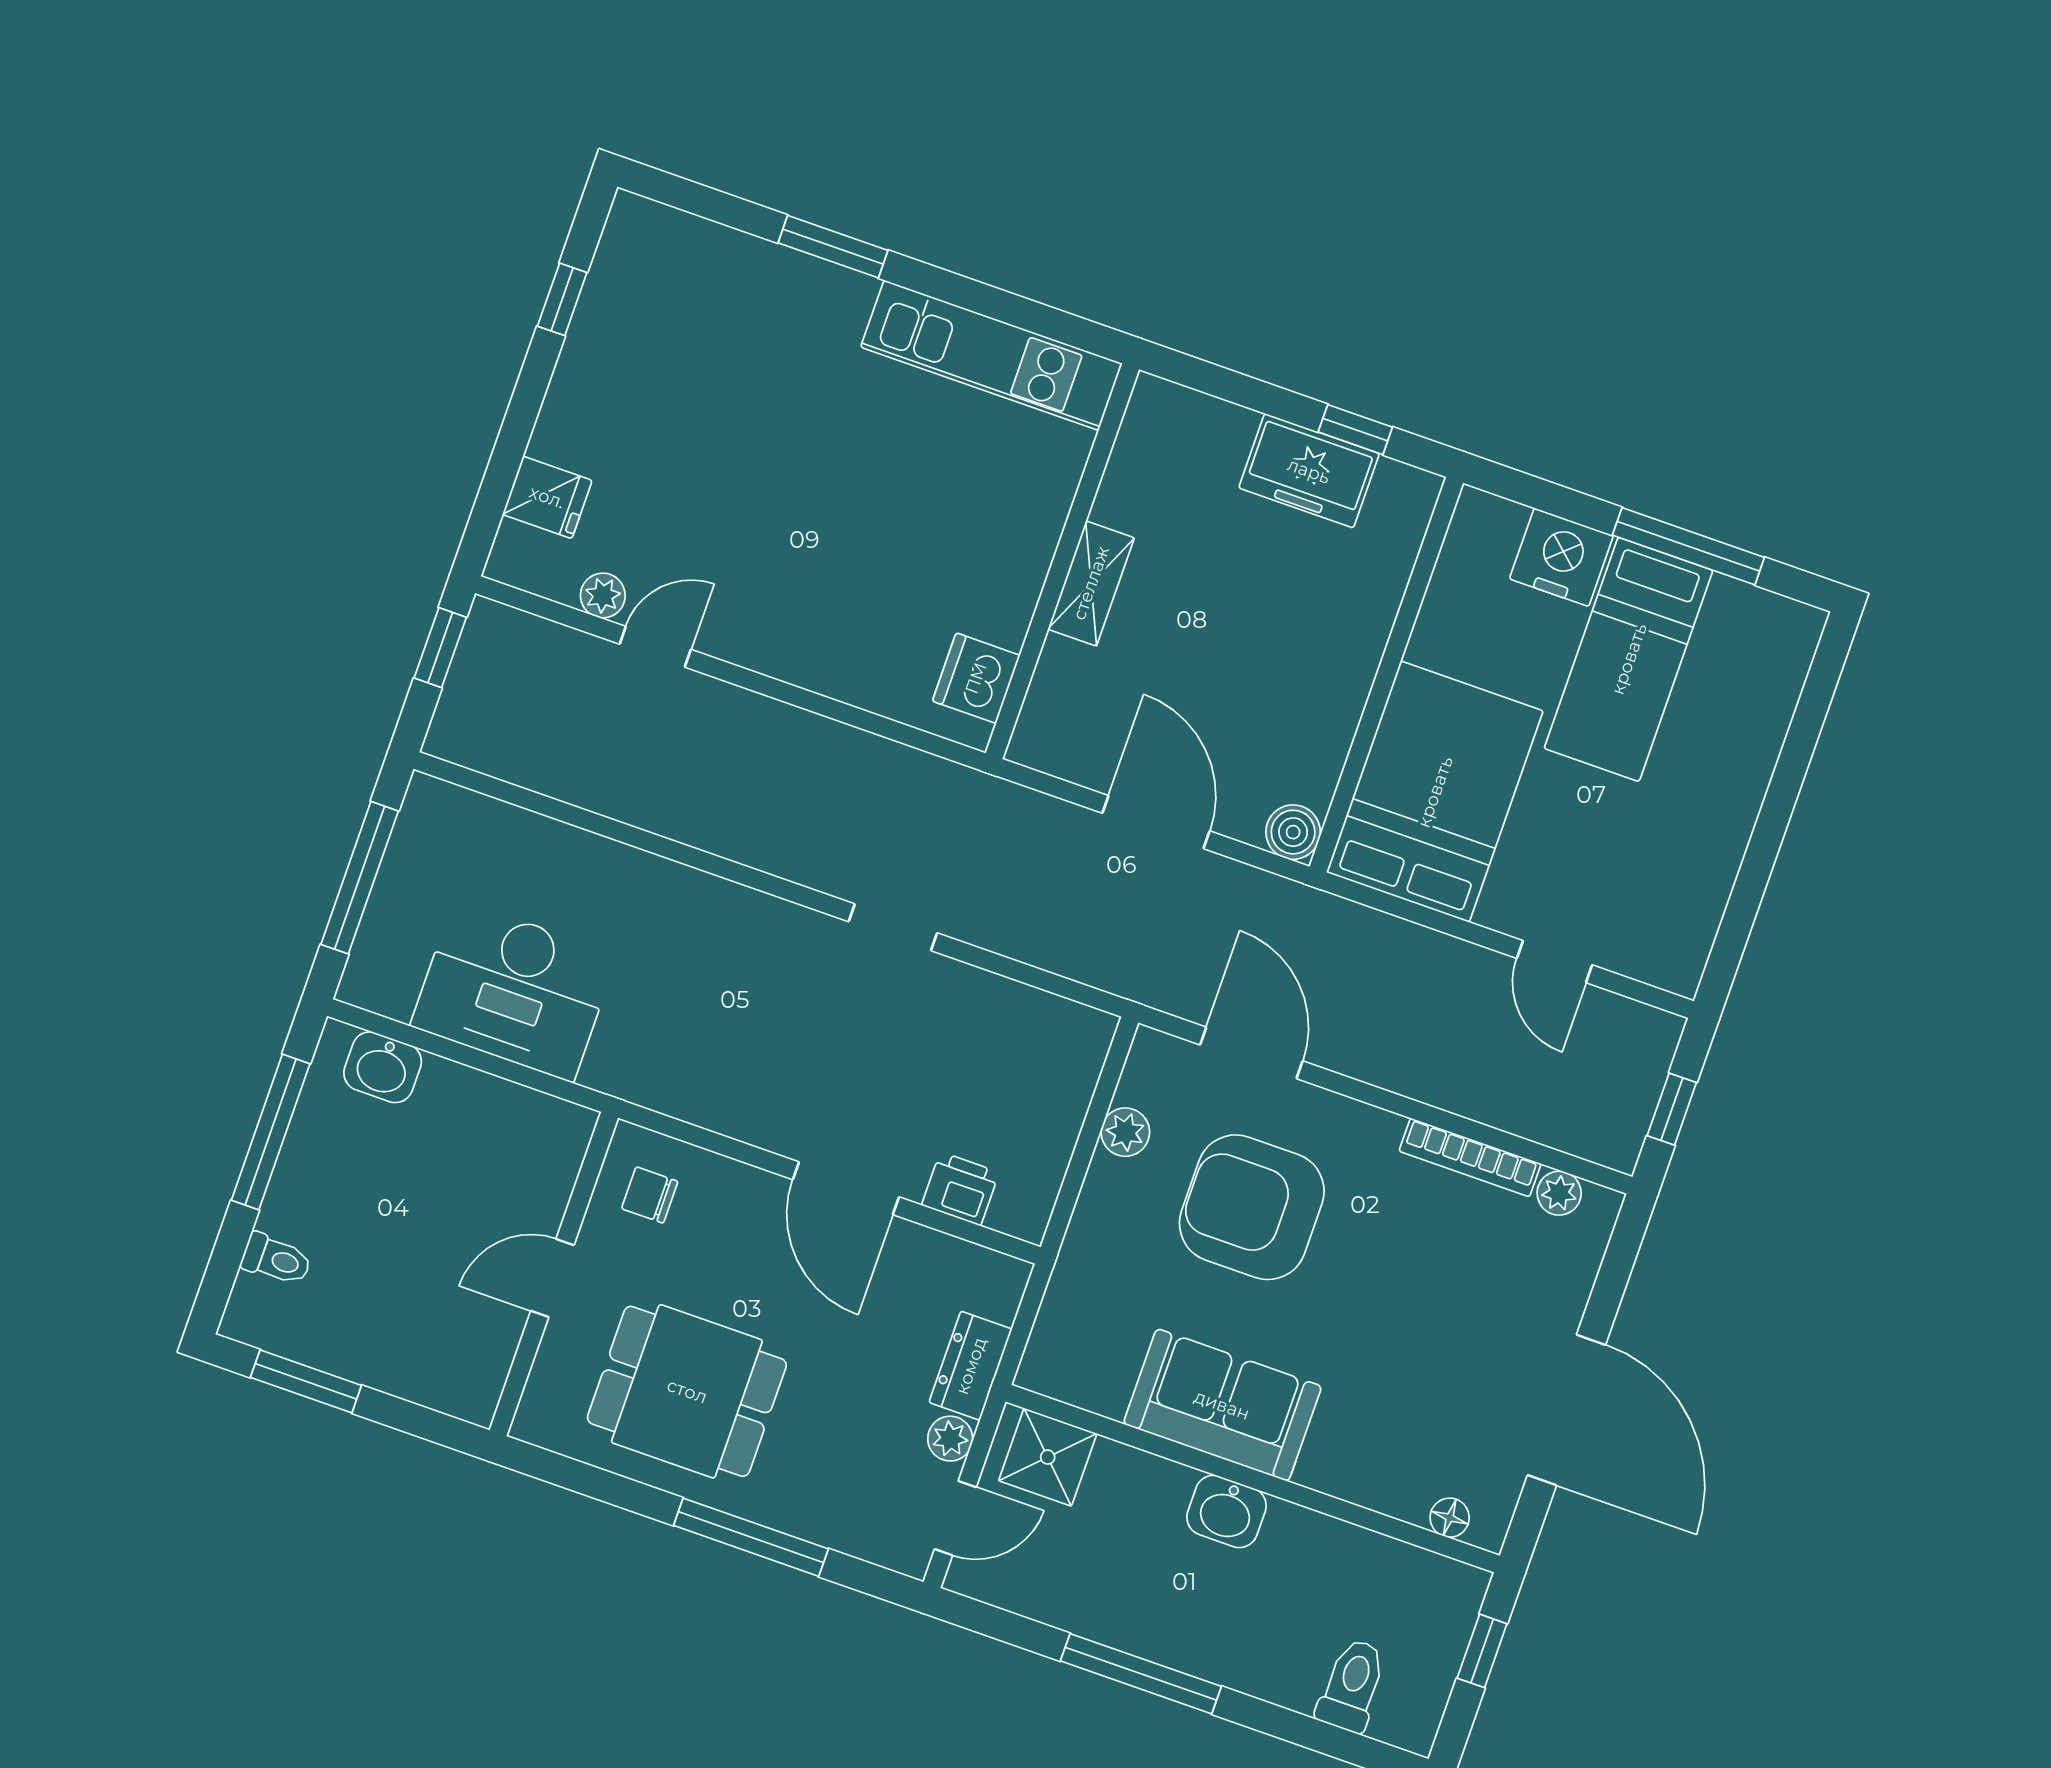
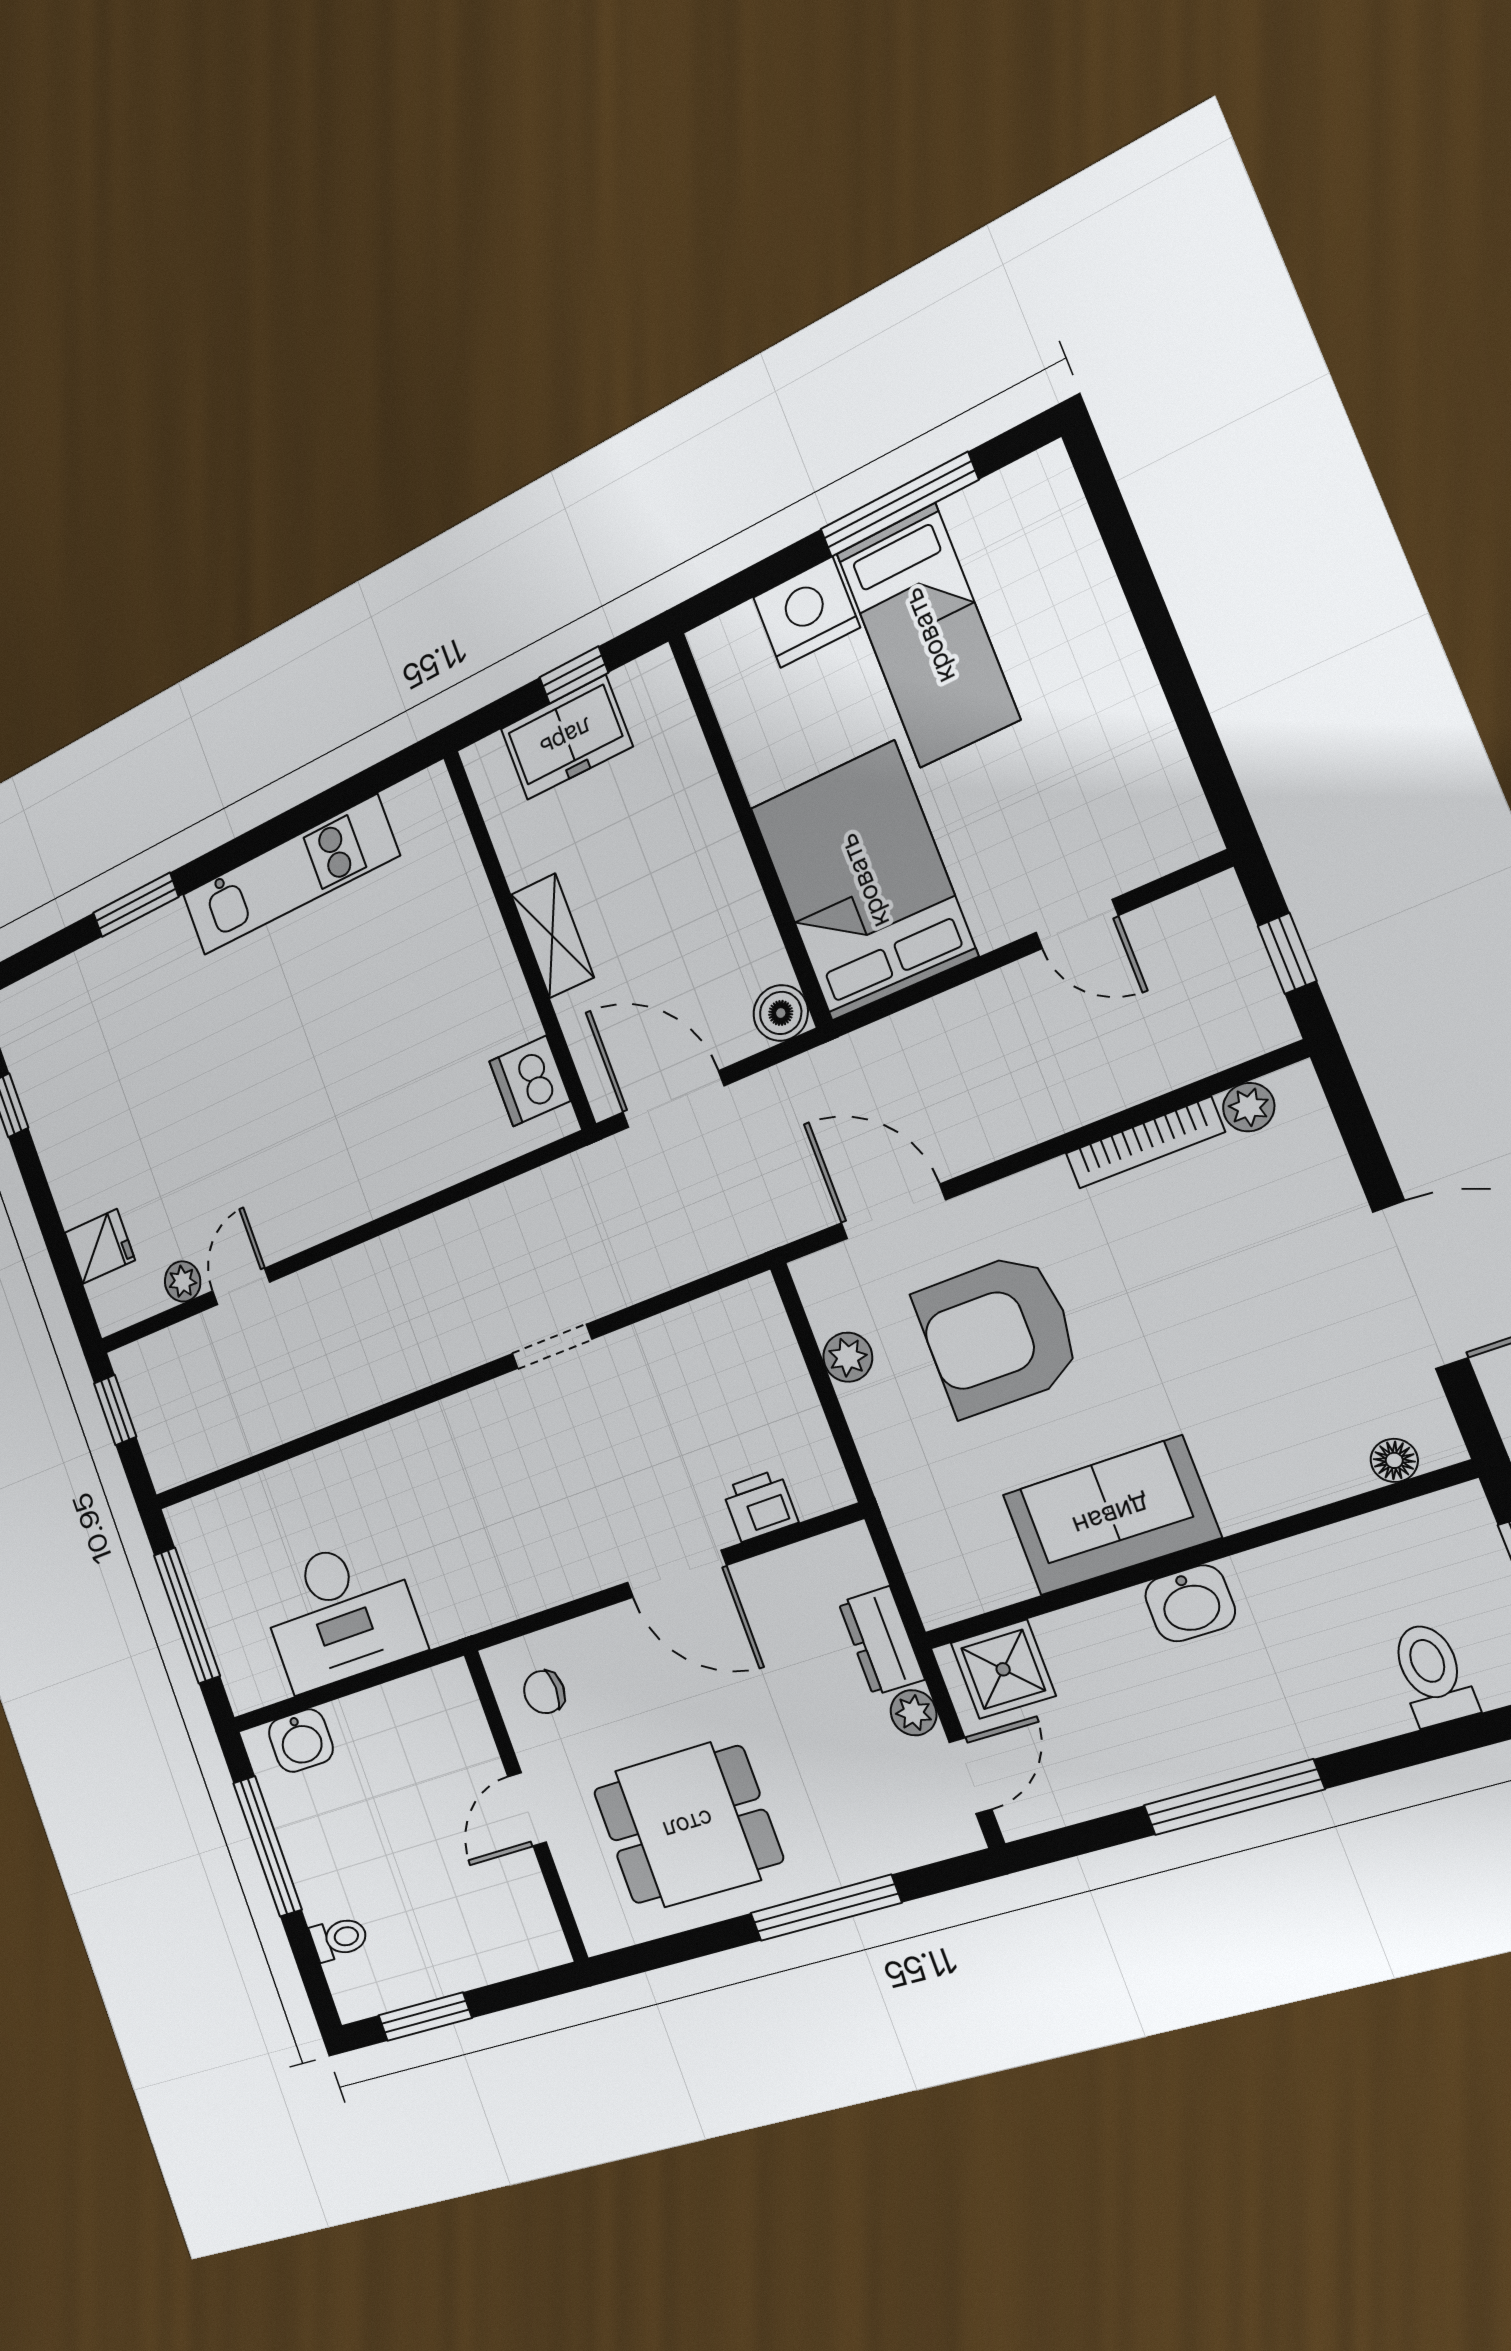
wall: (1062, 561) -> (519, 939), moved
shelving: (1091, 583) -> (552, 936), moved
dishwasher: (976, 678) -> (530, 1081), moved

